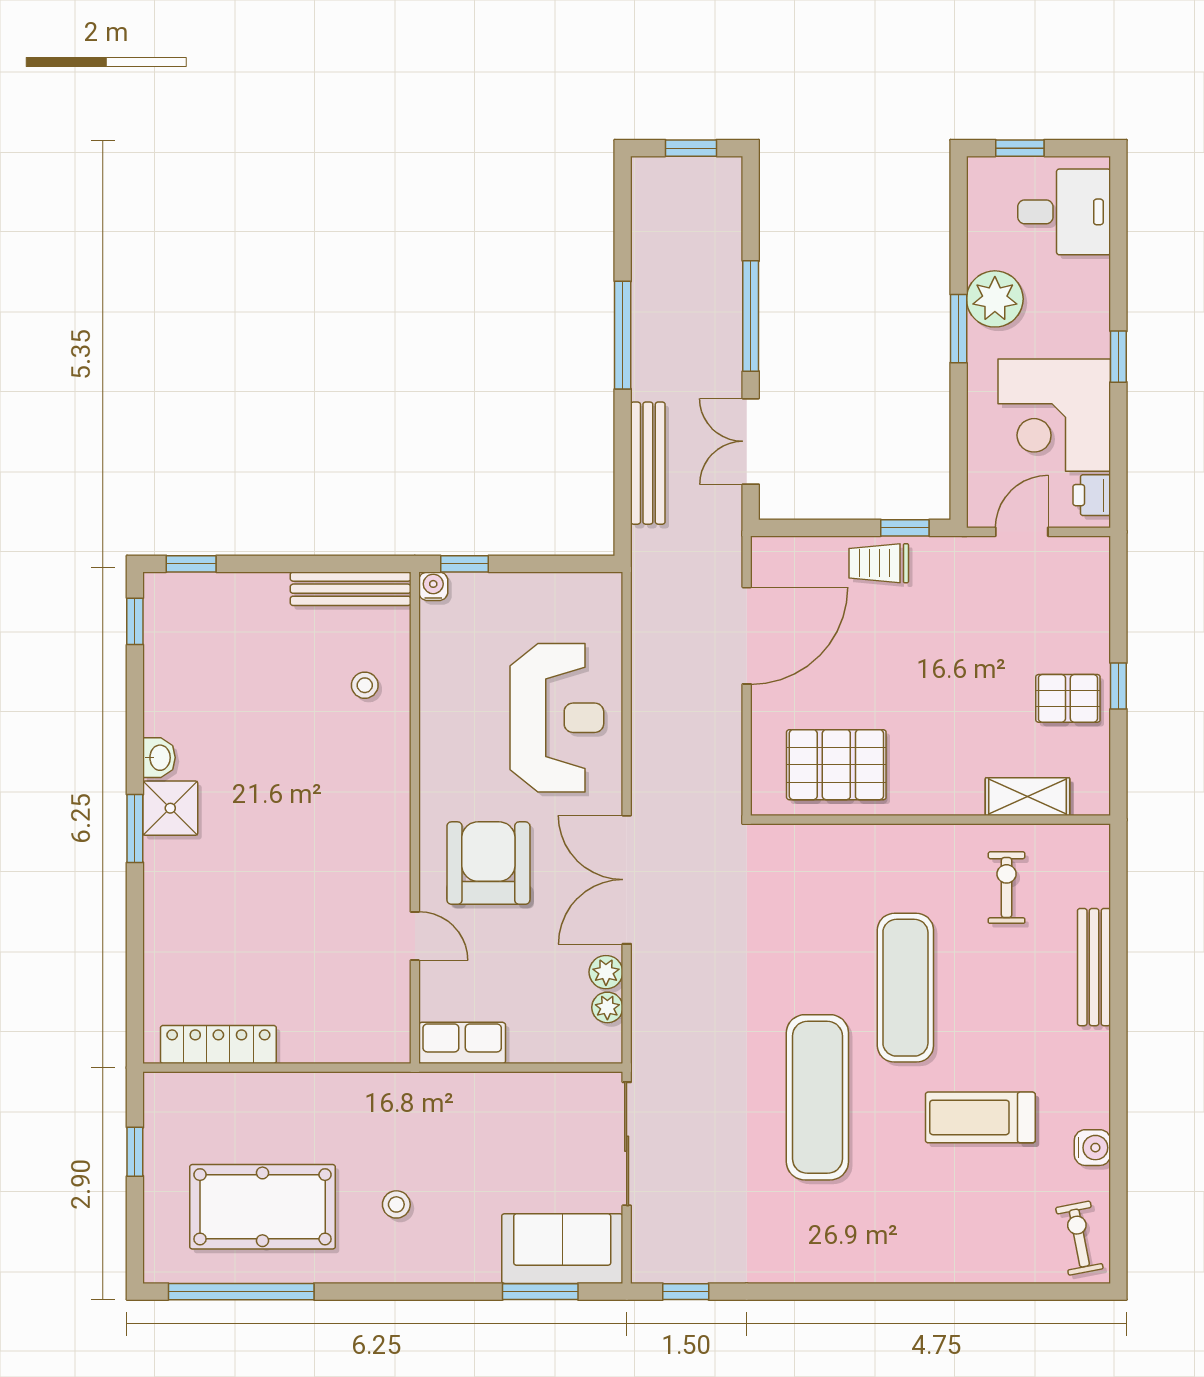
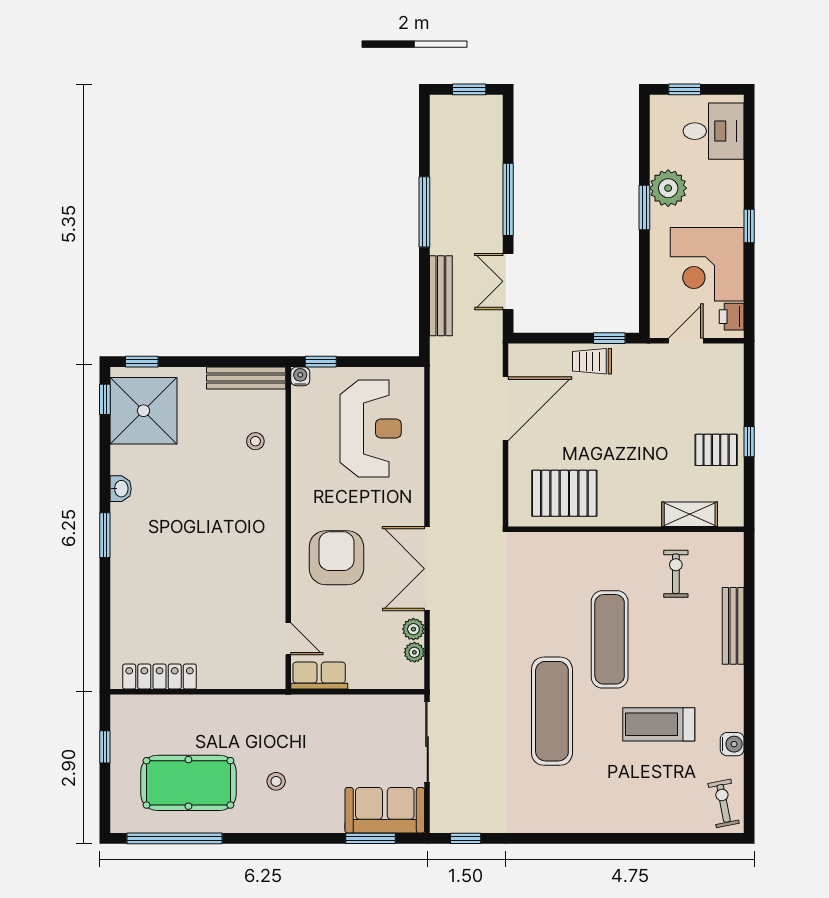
reception desk: (557, 718) -> (371, 428), moved
shower: (170, 808) -> (143, 411), moved, width x1.86, depth x1.86
door: (415, 936) -> (288, 639), moved

